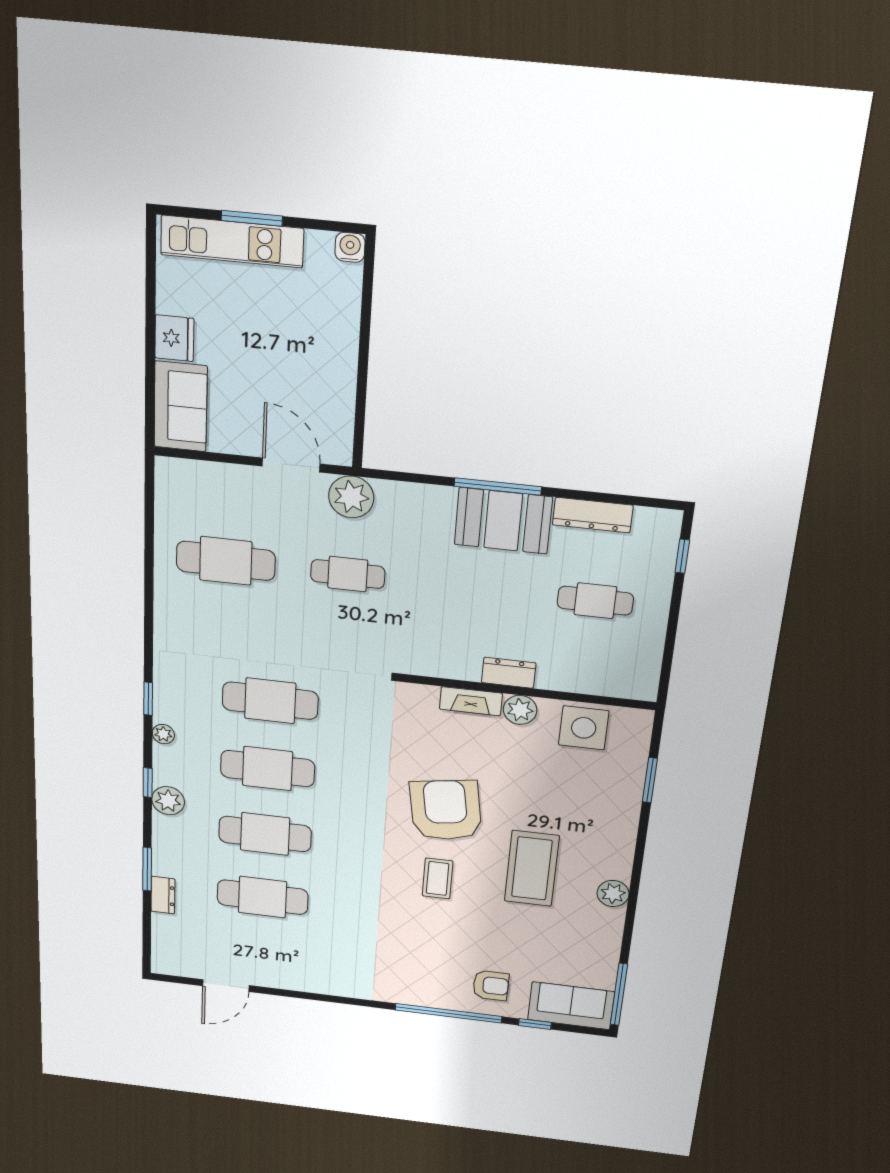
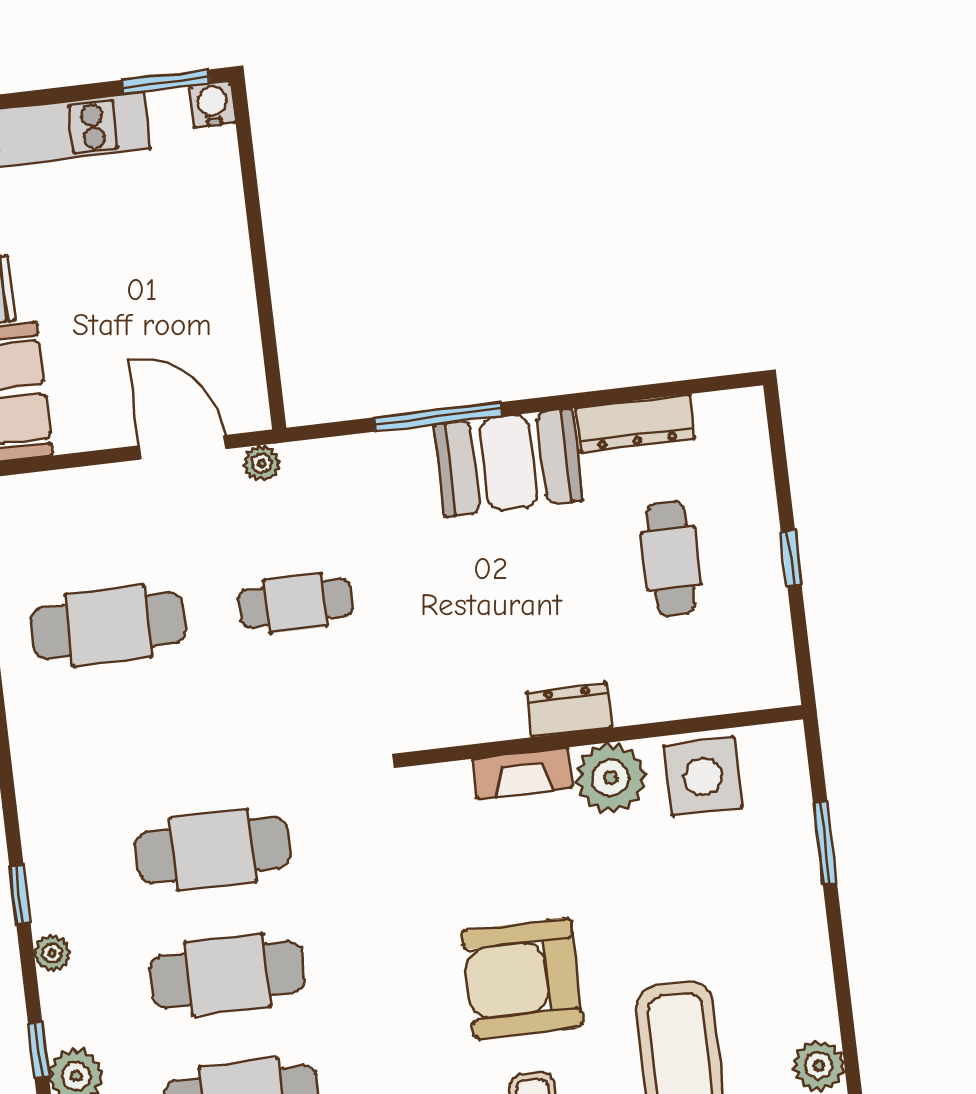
window: (252, 218) -> (166, 82), moved
window: (498, 486) -> (438, 417), moved
plant: (351, 497) -> (262, 463), width x0.53, depth x0.53
window: (682, 556) -> (791, 558), moved
cafe table: (595, 601) -> (671, 558), turned 90
plant: (520, 710) -> (610, 778), width x1.36, depth x1.36
armchair: (446, 810) -> (523, 979), turned -81

